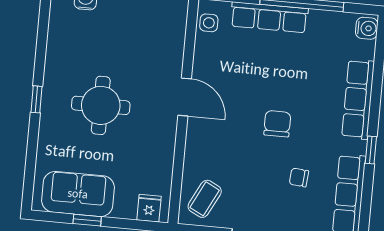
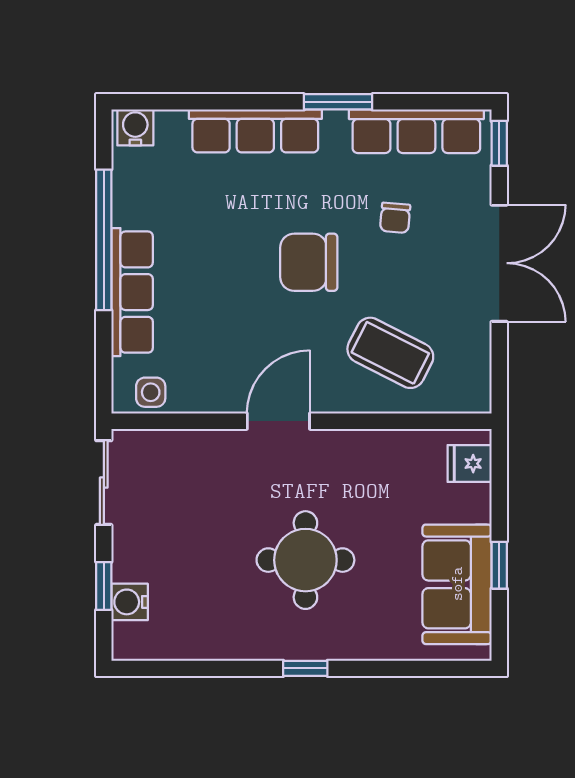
chair: (277, 124) -> (309, 262), width x1.37, depth x1.37
window: (371, 150) -> (338, 102), width x1.50
coffee table: (205, 199) -> (390, 353), moved, width x1.36, depth x1.30

